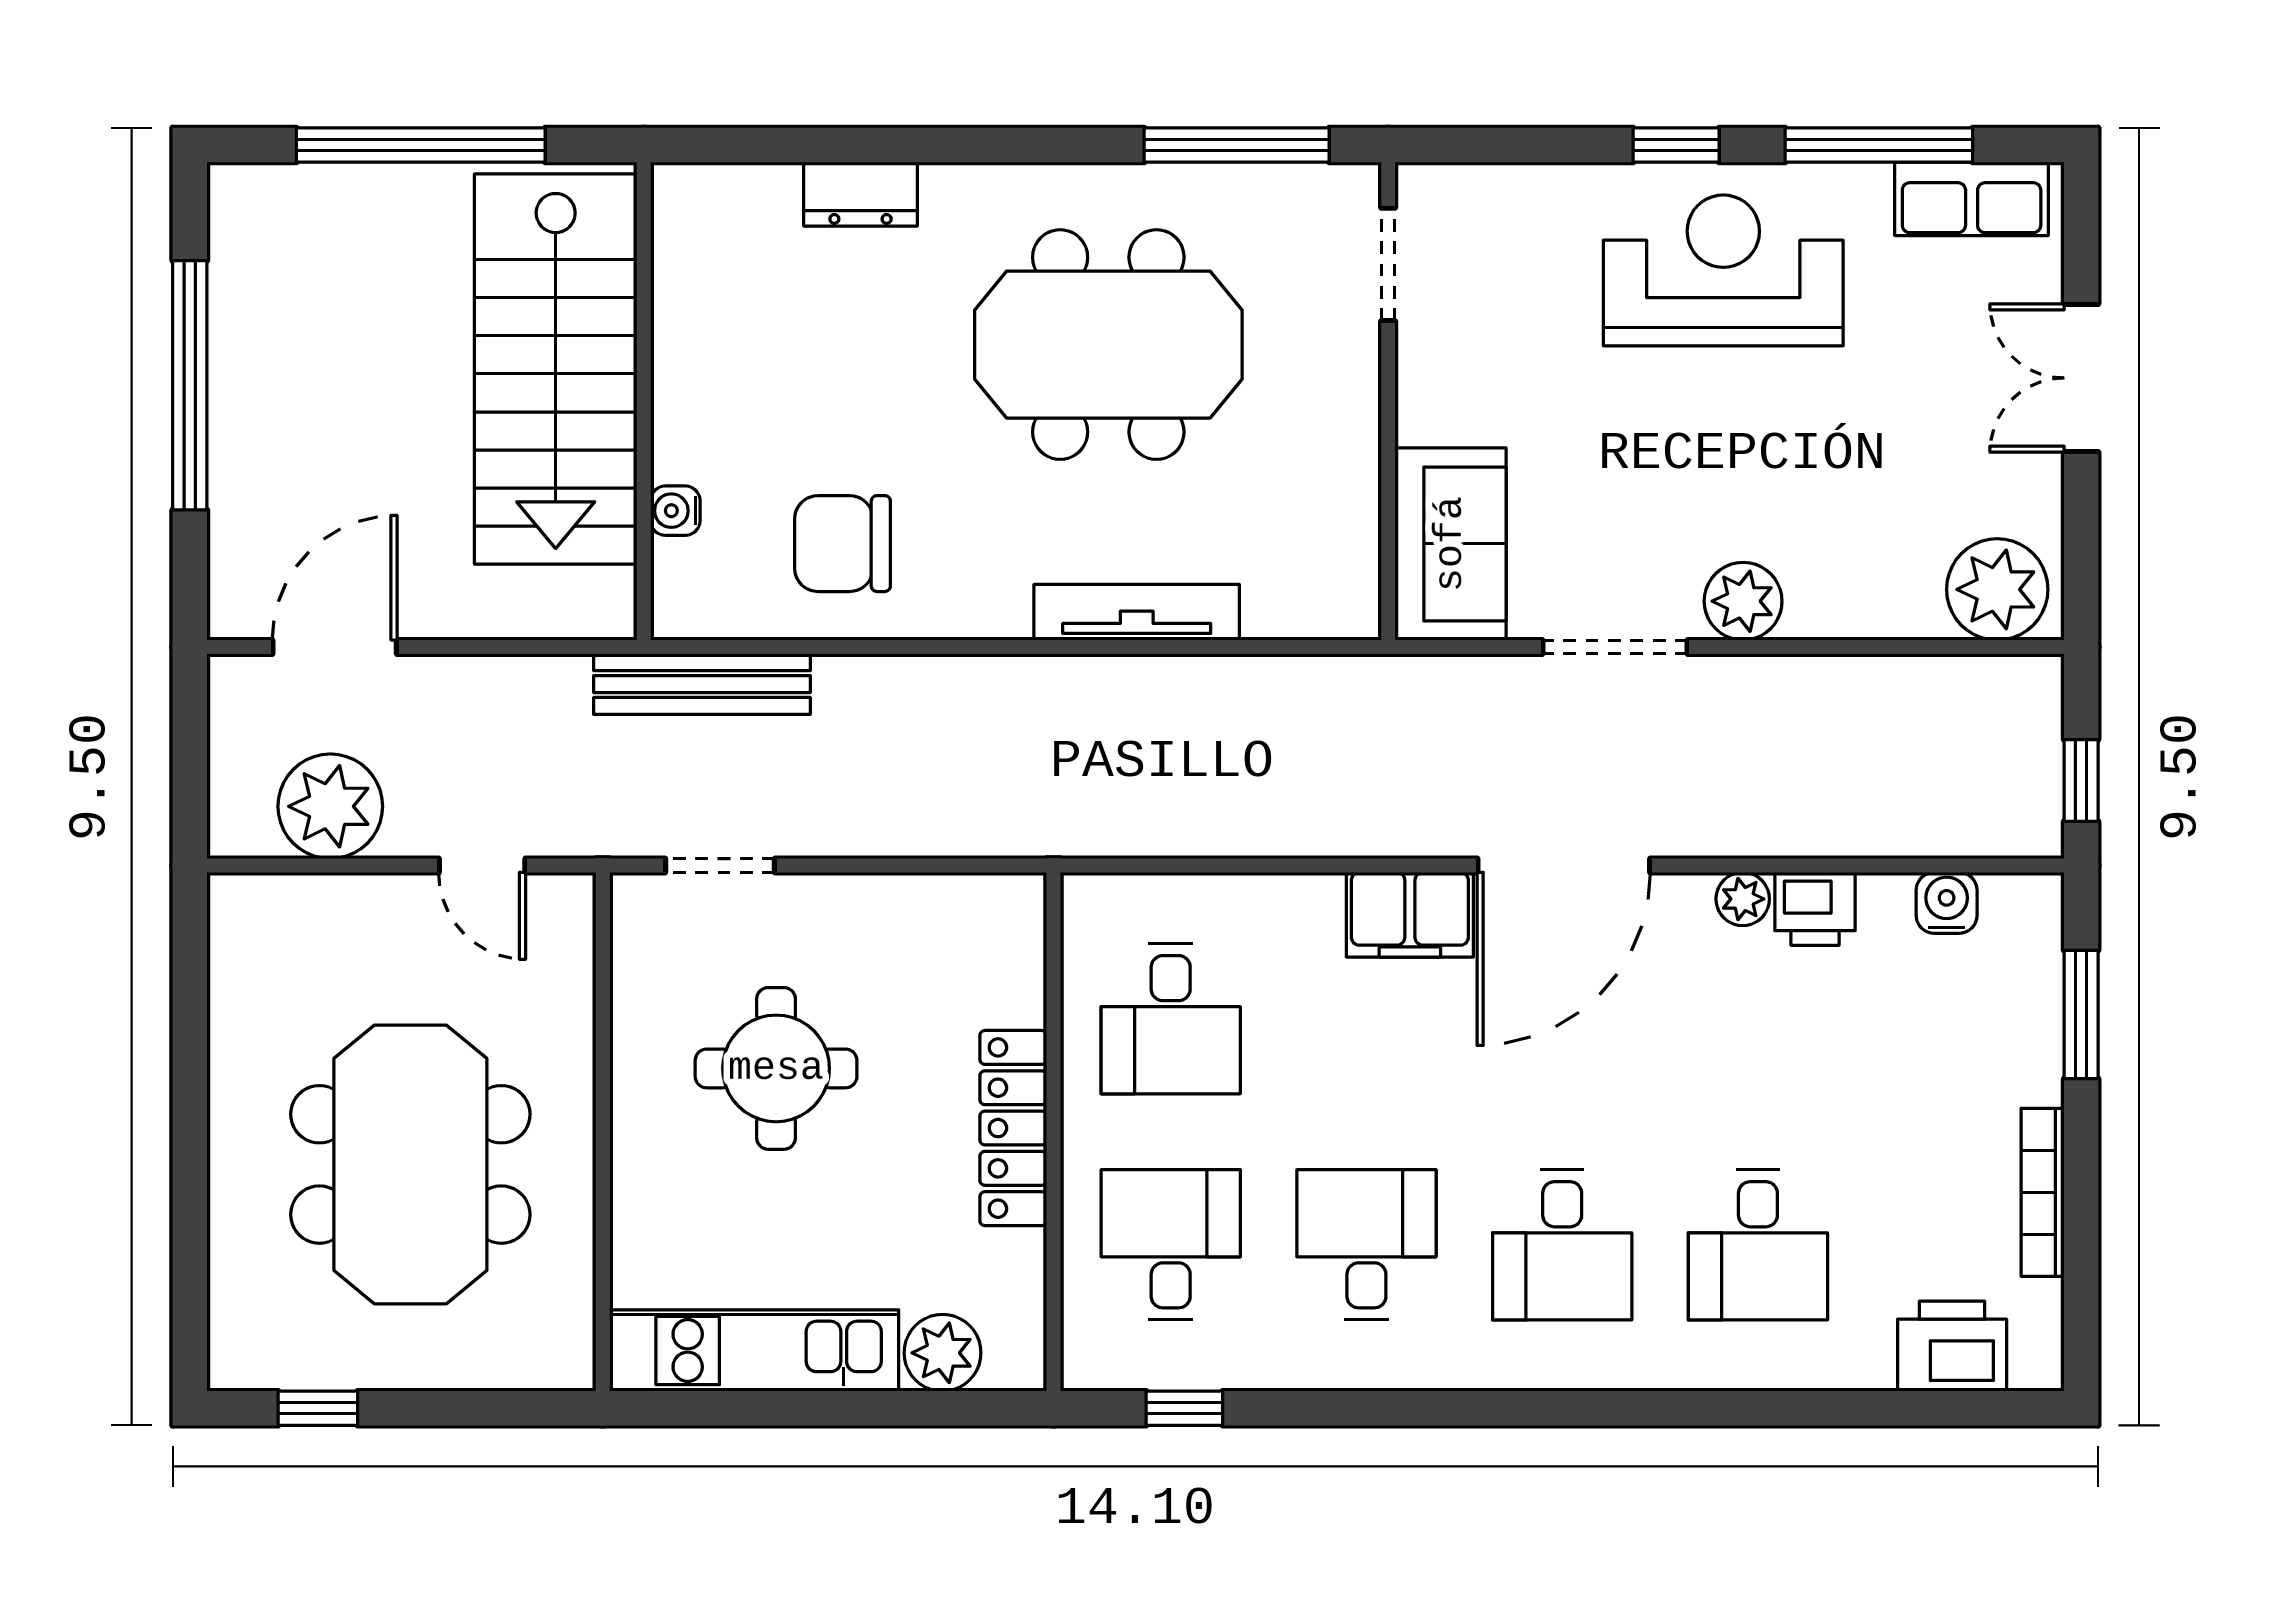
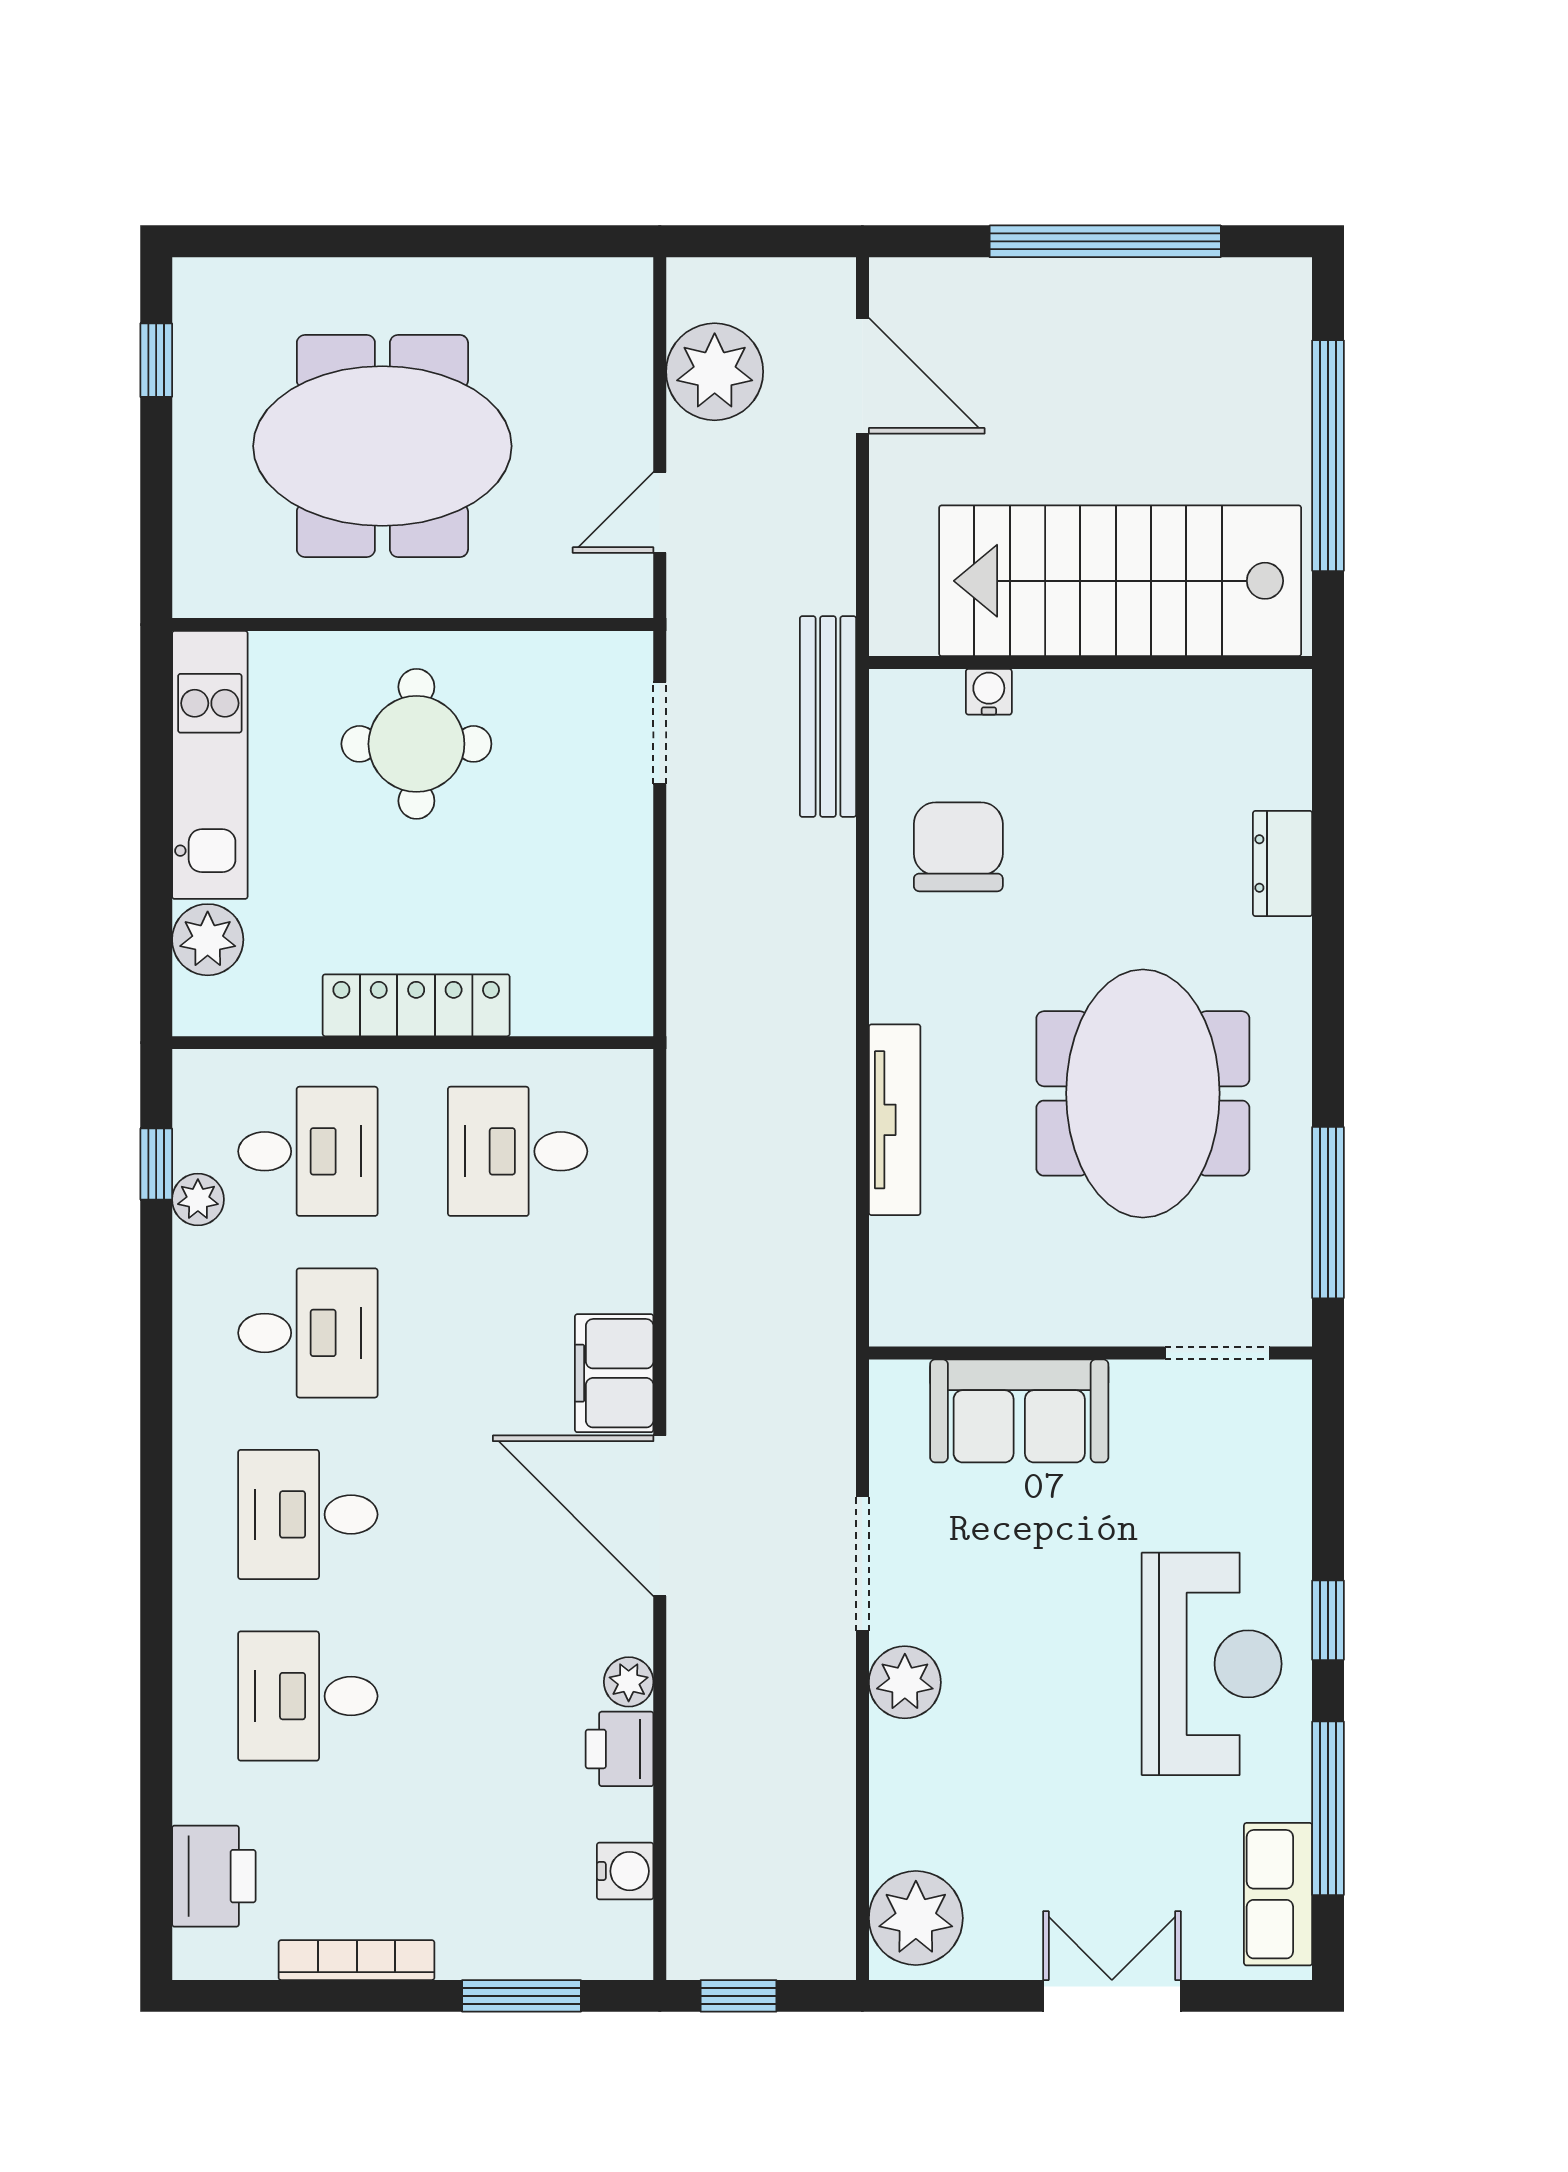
sofa: (1450, 544) -> (1019, 1411), moved
round table: (776, 1068) -> (416, 744), moved
plant: (1223, 1363) -> (198, 1199), added

